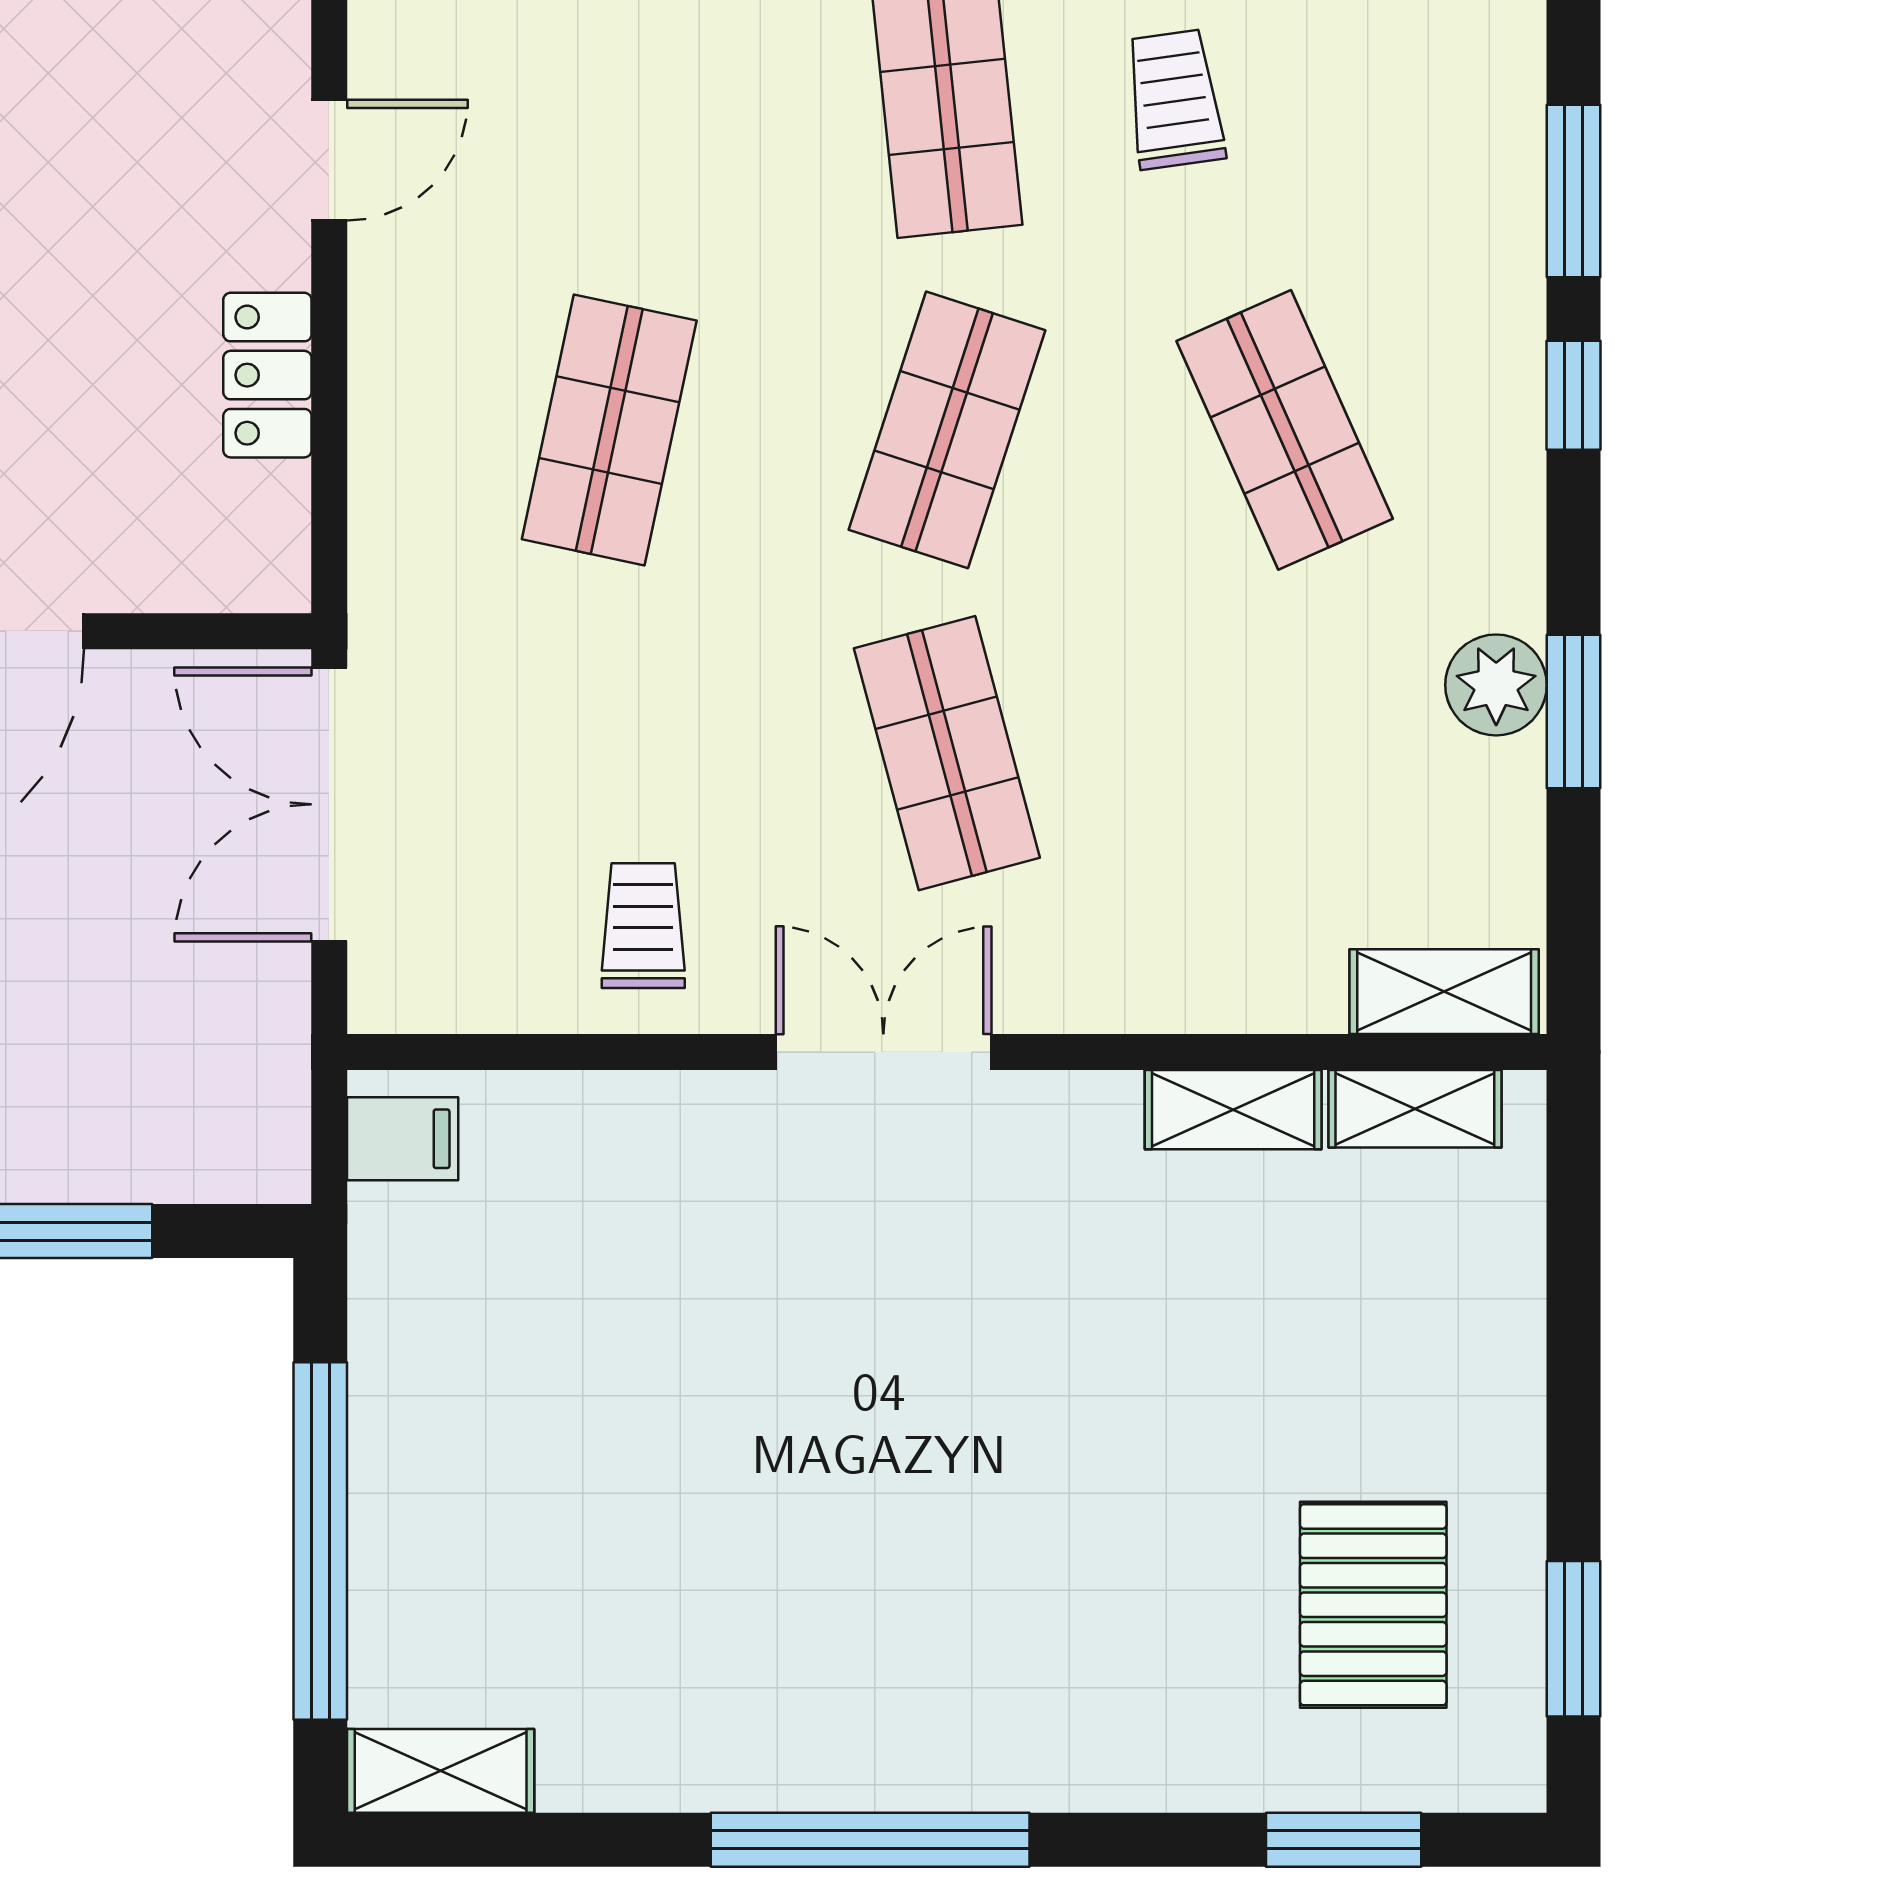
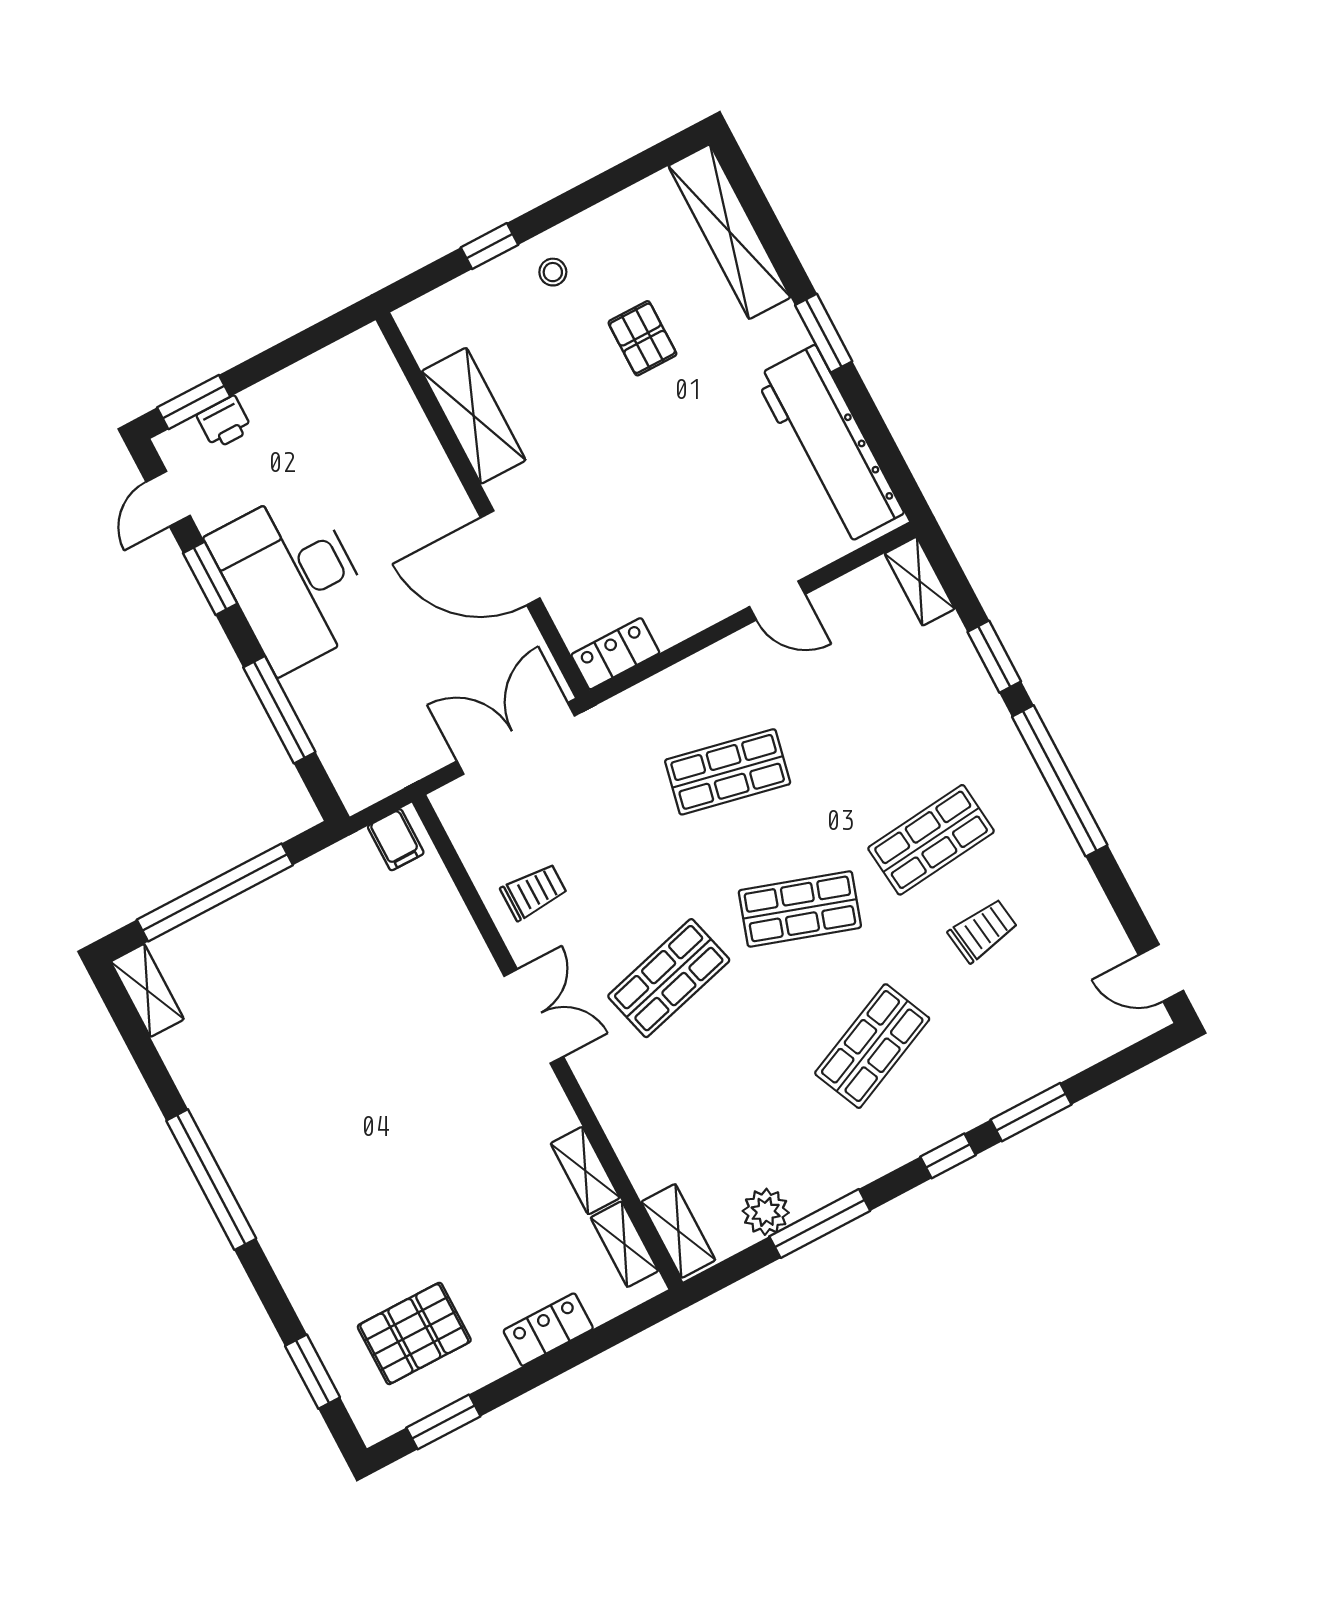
locker: (267, 375) -> (615, 654), moved
plant: (1496, 685) -> (766, 1212), moved
window: (1574, 712) -> (820, 1224), width x1.44
locker: (1502, 1343) -> (548, 1330), added

